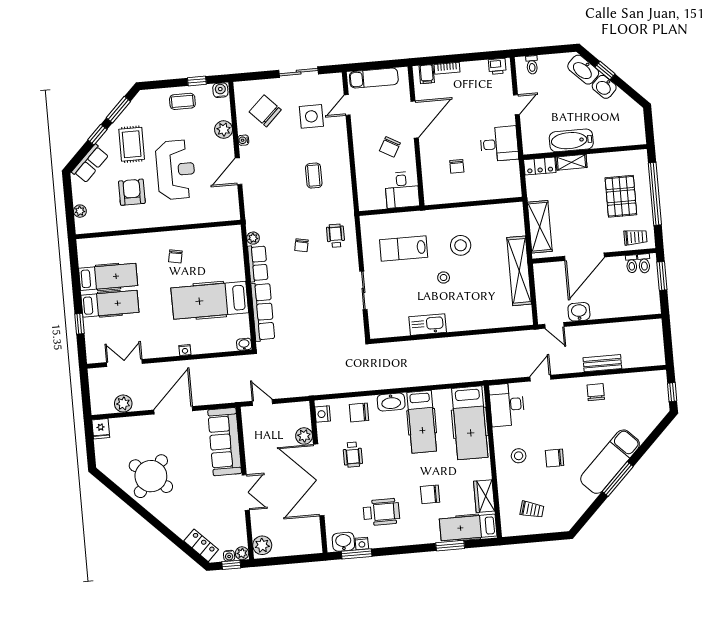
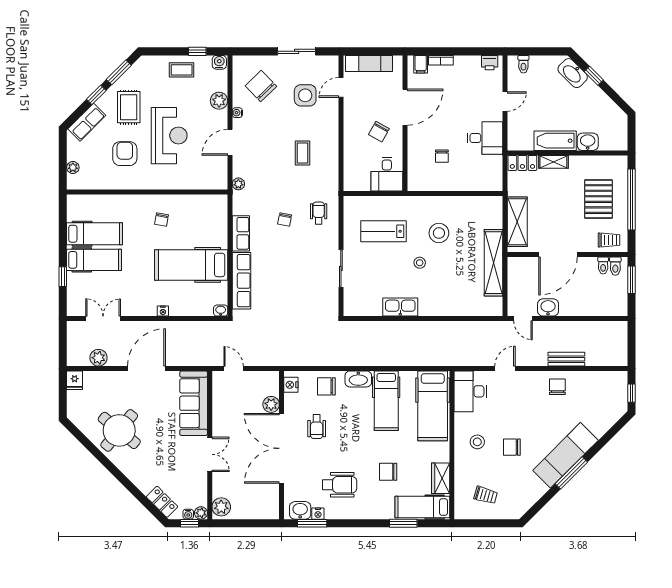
washbasin: (604, 87) -> (588, 142), moved, turned 135
plant: (253, 238) -> (238, 184), moved

